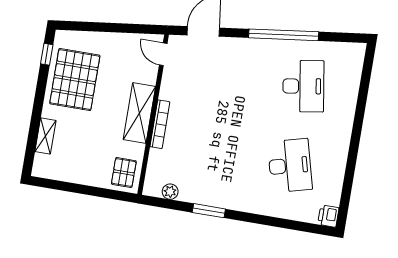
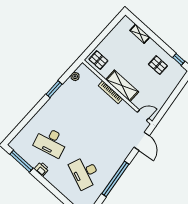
pallet: (75, 80) -> (158, 65), width x0.49, depth x0.50
desk: (303, 86) -> (85, 173), turned 30
window: (346, 191) -> (21, 161), added
printer: (328, 216) -> (42, 169), moved

